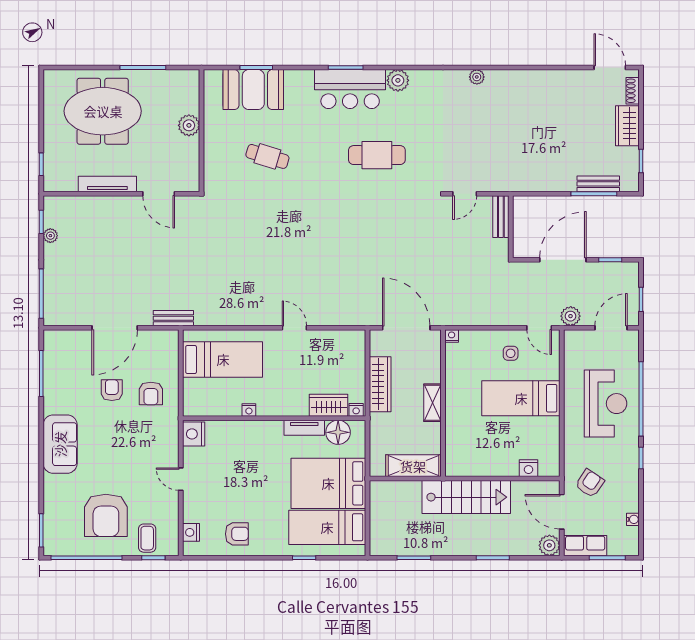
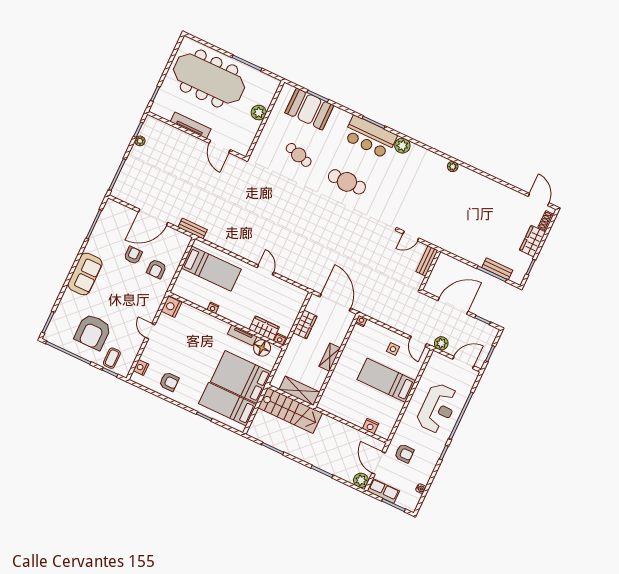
meeting table: (103, 111) -> (209, 79), width x1.36
cafe table: (377, 155) -> (347, 182), moved
wardrobe: (380, 384) -> (305, 324), width x0.67
armchair: (590, 483) -> (404, 453), turned 56
stairs: (466, 497) -> (290, 410), moved

